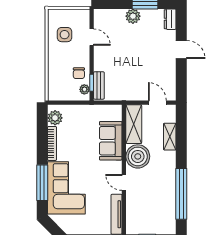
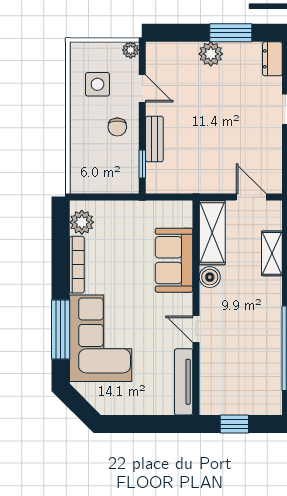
chair: (79, 73) -> (117, 127), moved
bench: (99, 85) -> (154, 139), moved
plant: (84, 89) -> (131, 50), moved
boiler: (138, 156) -> (210, 277), width x0.54, depth x0.54

